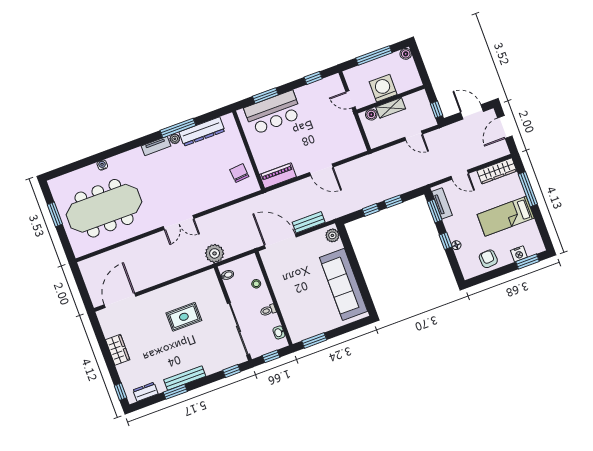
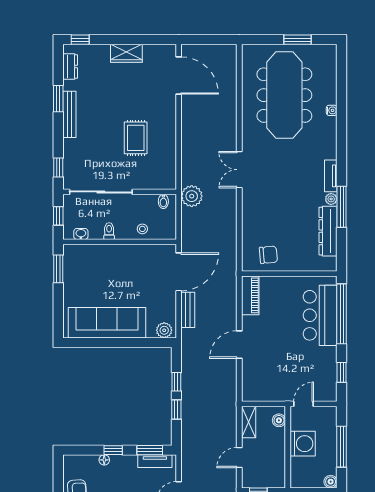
window: (265, 96) -> (342, 314), width x2.11
shelving: (391, 108) -> (249, 422), moved

